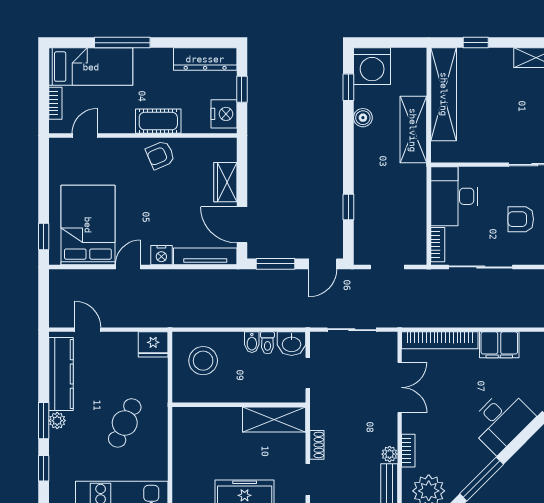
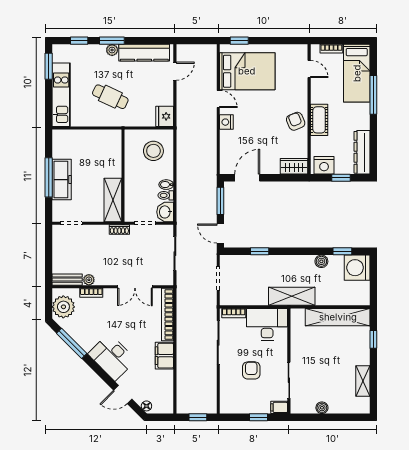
shelving: (413, 130) -> (292, 296), moved
wardrobe: (225, 182) -> (294, 166), moved
tv unit: (205, 256) -> (226, 152), removed
shoe rack: (317, 445) -> (119, 230), moved

